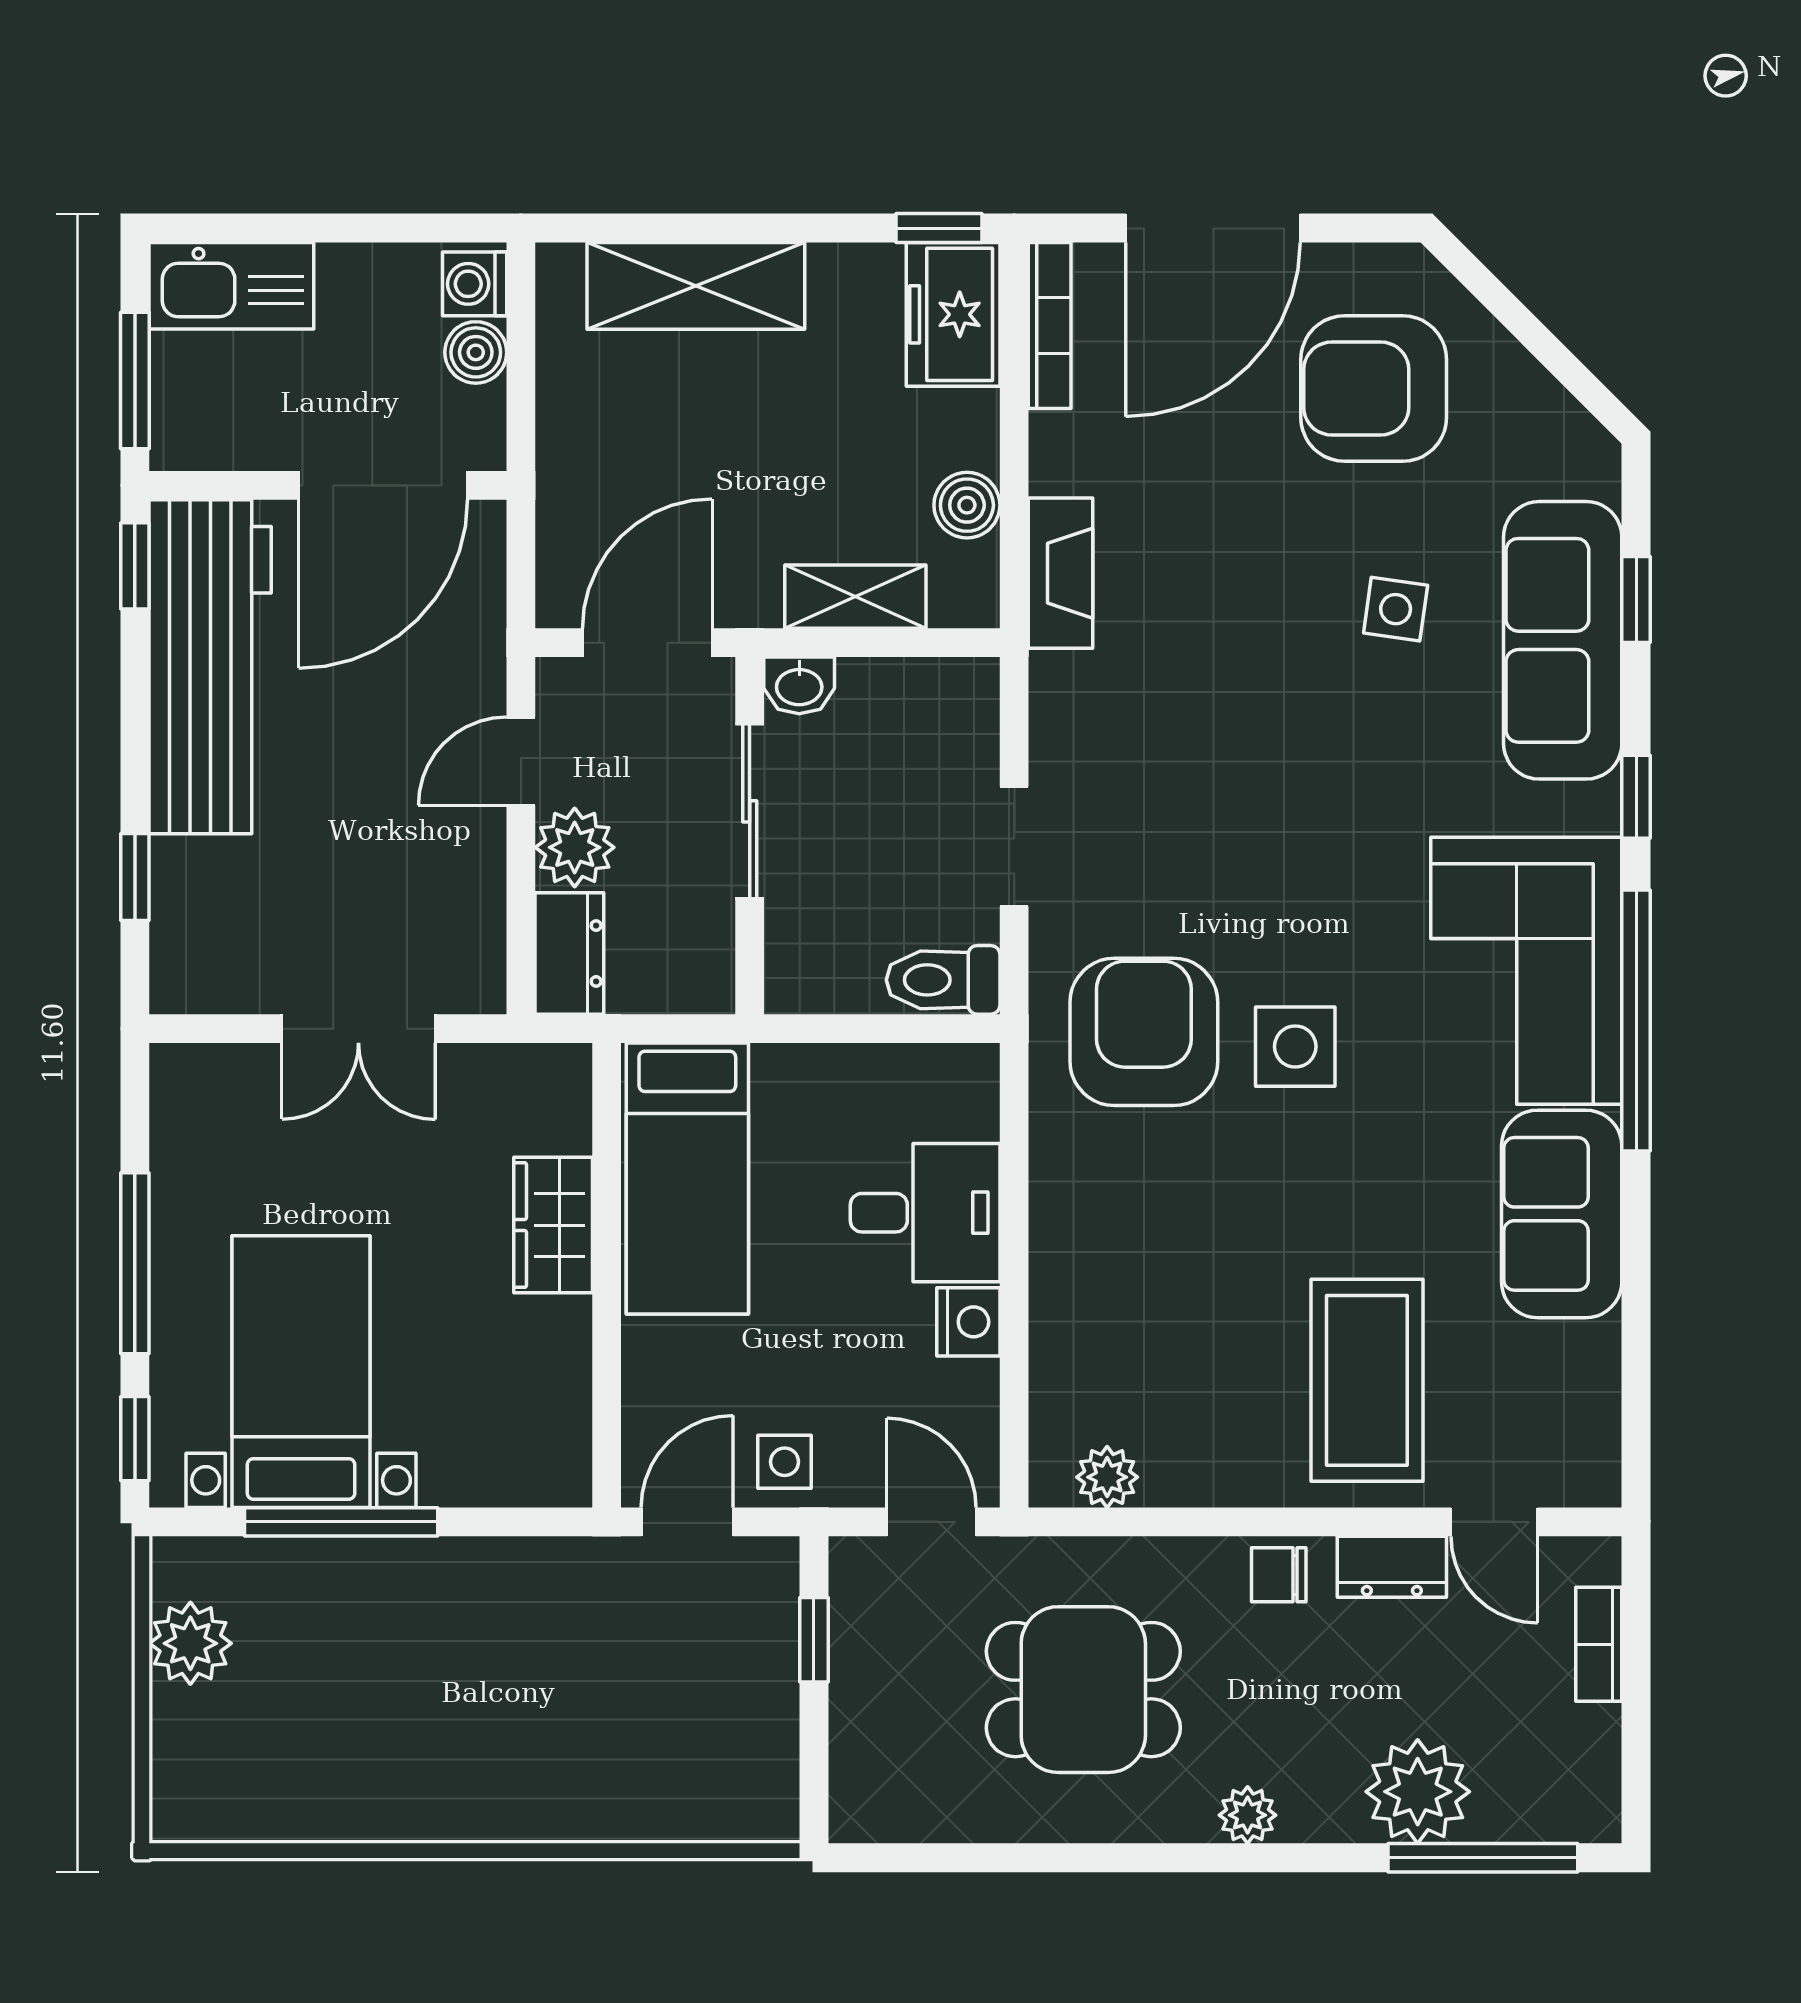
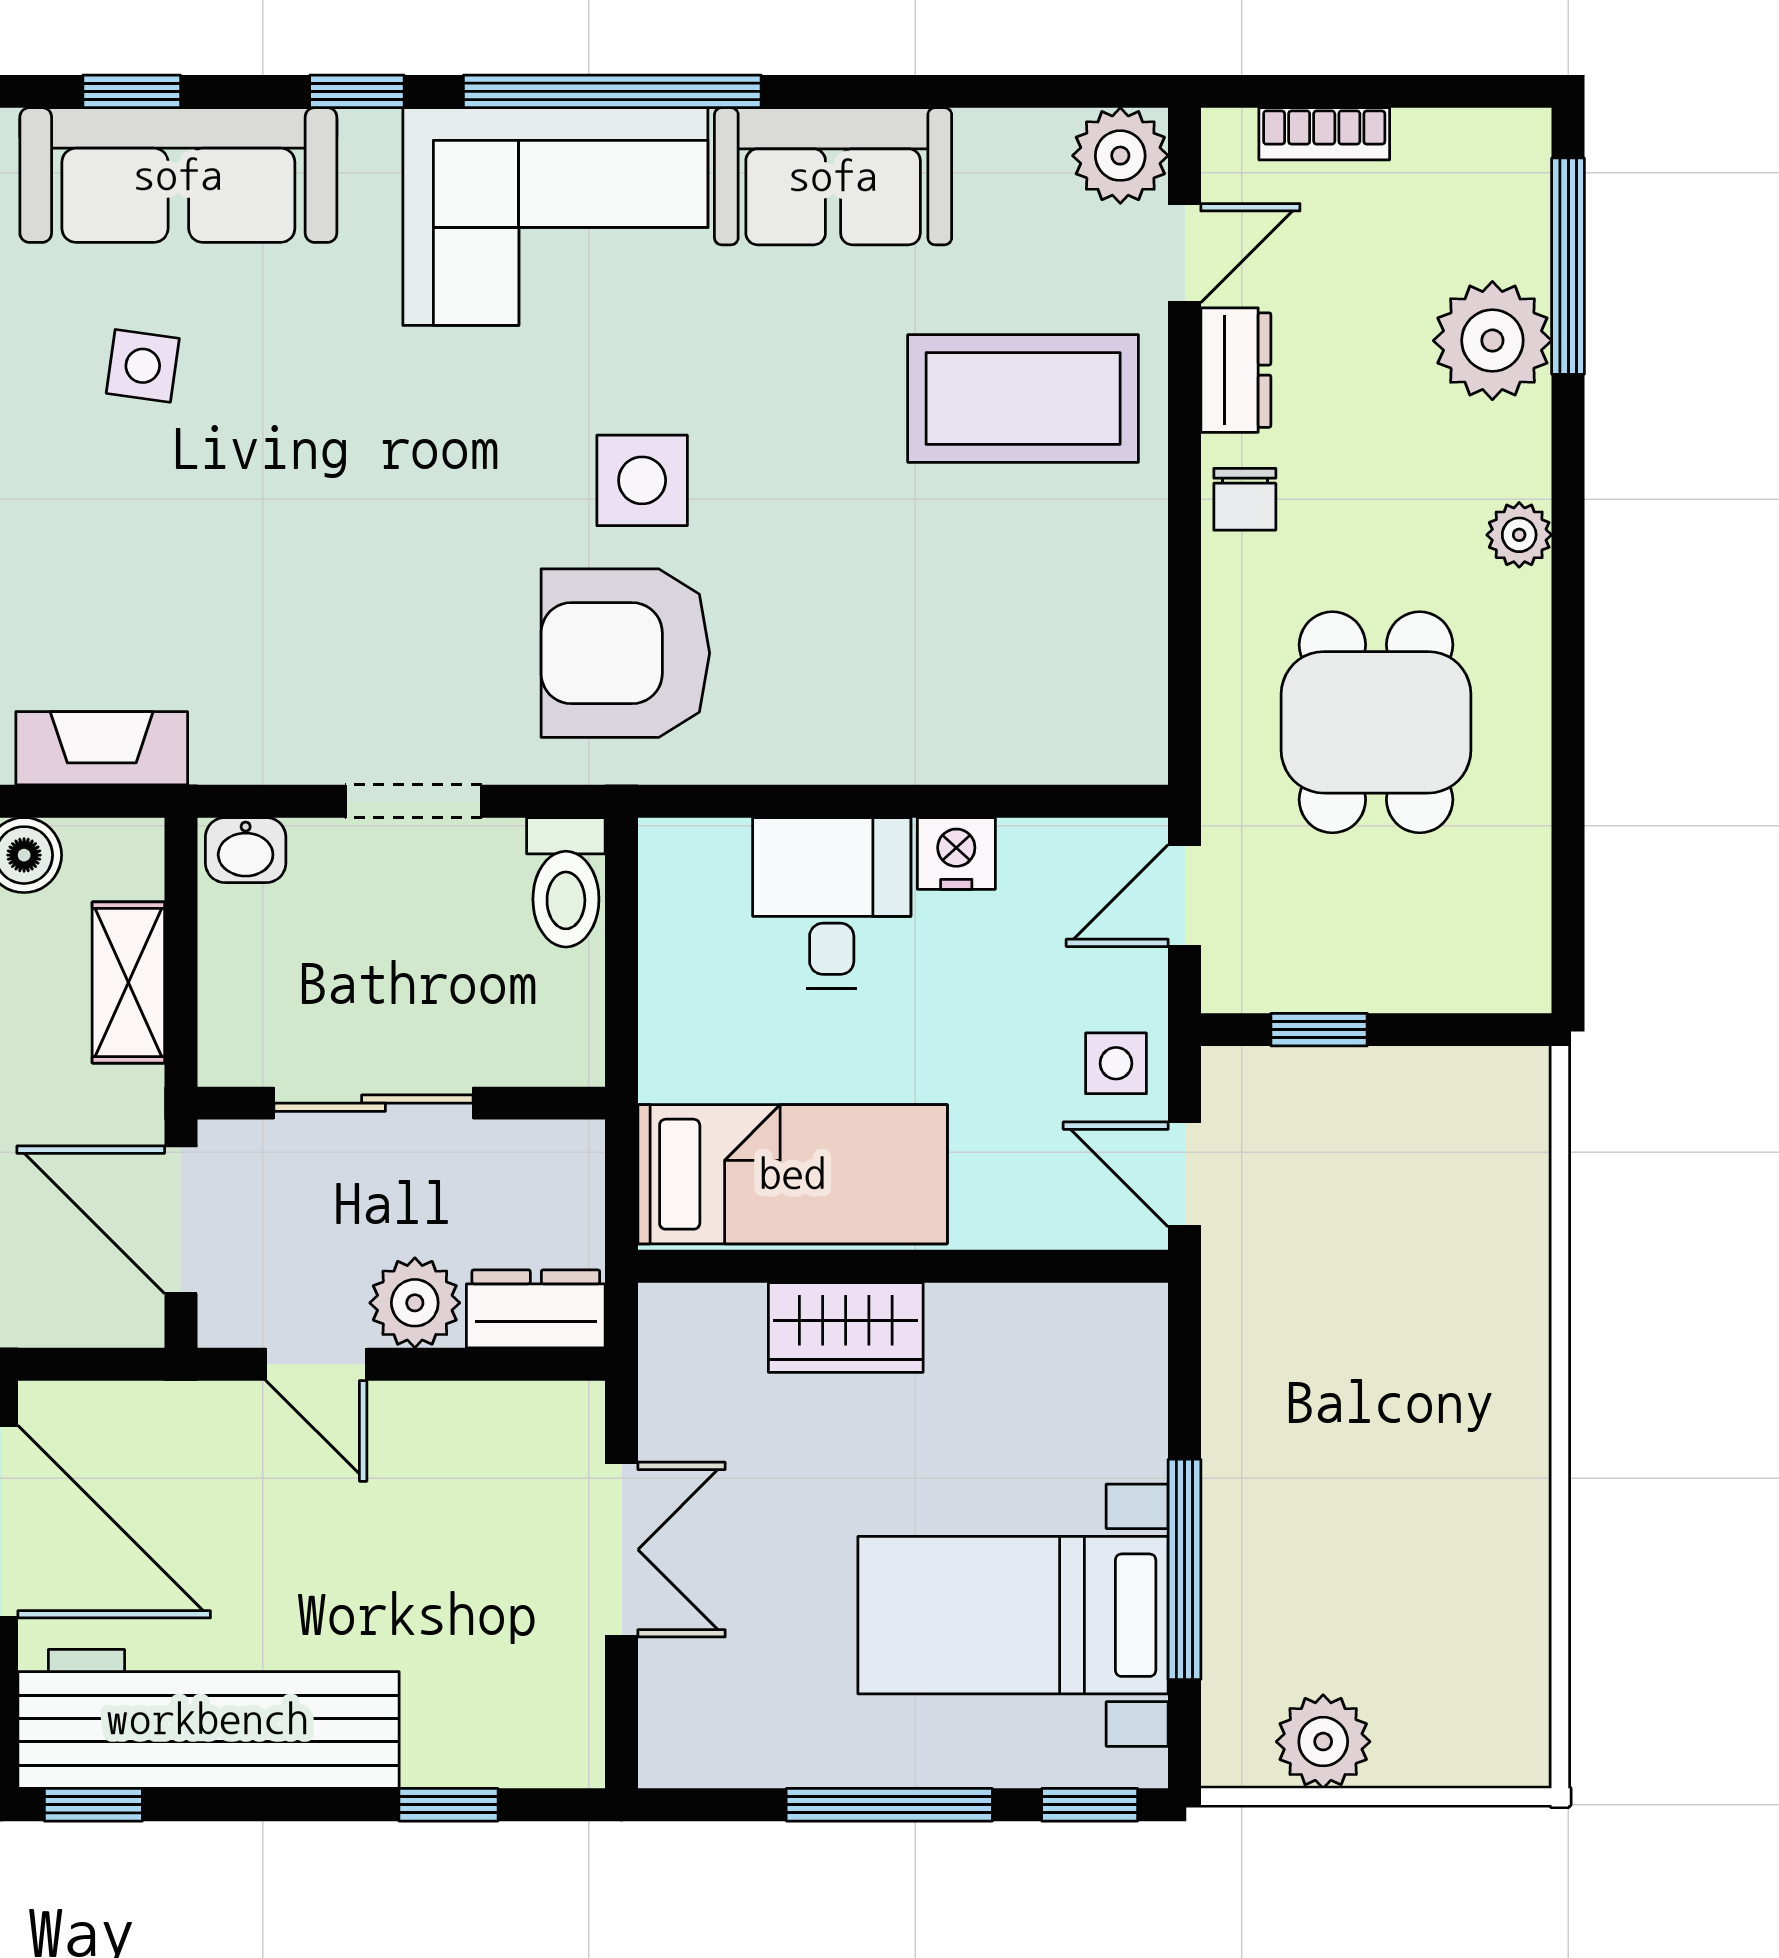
washbasin: (799, 685) -> (246, 850), moved, turned 90
plant: (1107, 1477) -> (1120, 156), moved, width x1.38, depth x1.38

